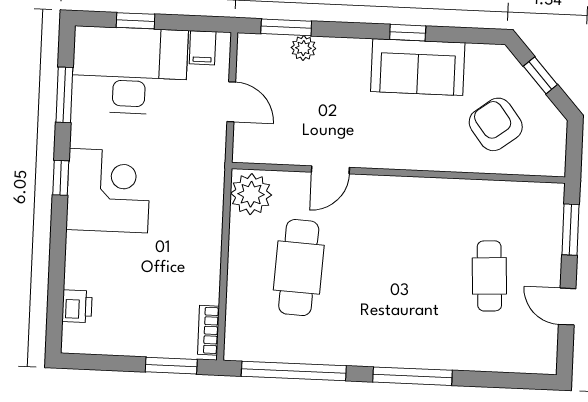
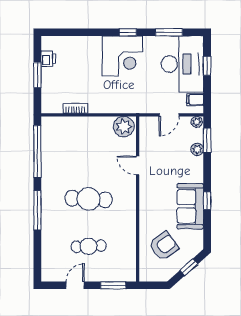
plant: (248, 47) -> (197, 122), added
cafe table: (299, 268) -> (89, 199), moved
printer: (77, 306) -> (48, 59), moved, turned -90
bookcase: (208, 330) -> (75, 109), moved
window: (171, 366) -> (37, 75), moved

